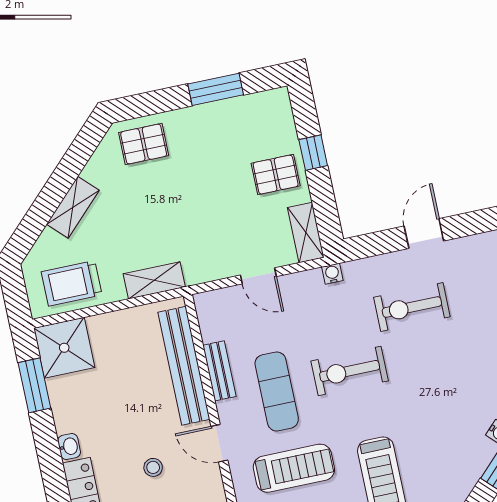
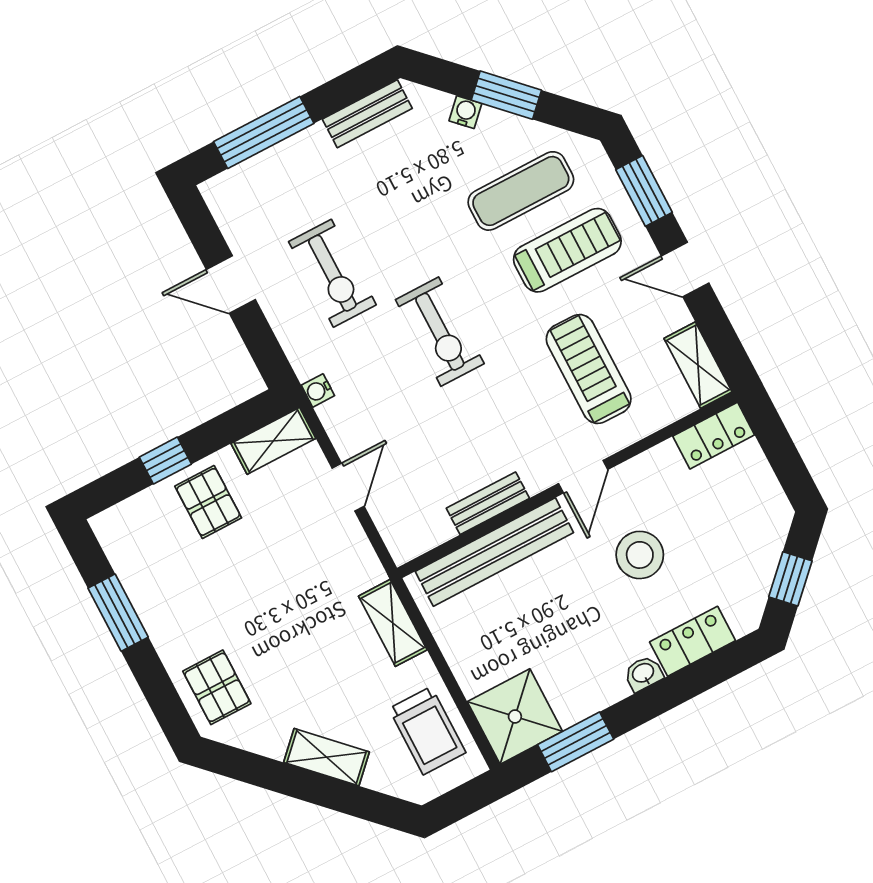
exercise mat: (277, 391) -> (521, 191), moved
stool: (153, 467) -> (640, 555), width x1.89, depth x1.89

